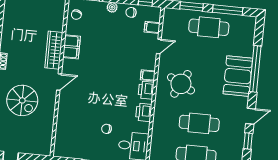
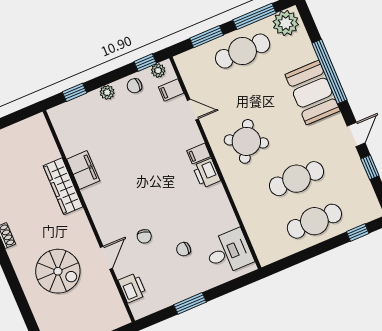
plant: (151, 11) -> (158, 71), added
chair: (76, 15) -> (144, 236), moved
plant: (245, 25) -> (286, 23), added
door: (159, 47) -> (193, 110), hinge flipped
door: (59, 82) -> (106, 258), moved
printer: (144, 112) -> (132, 288), moved, turned 180

